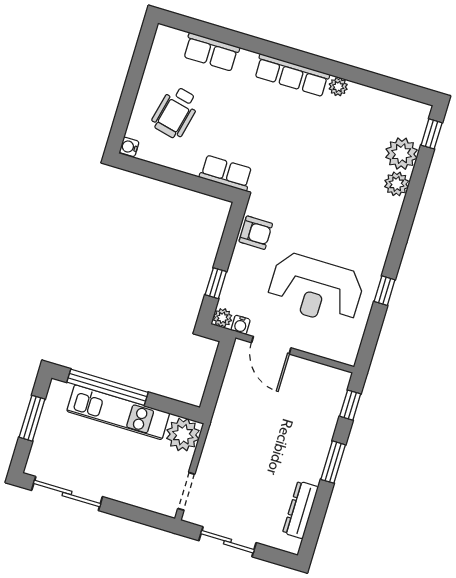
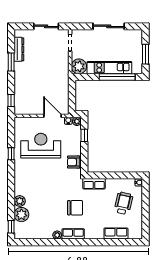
row of seats: (292, 75) -> (73, 234), width x0.68
chair: (282, 134) -> (75, 208), added
window: (333, 462) -> (11, 62), moved
sliding door: (67, 494) -> (109, 26), moved

